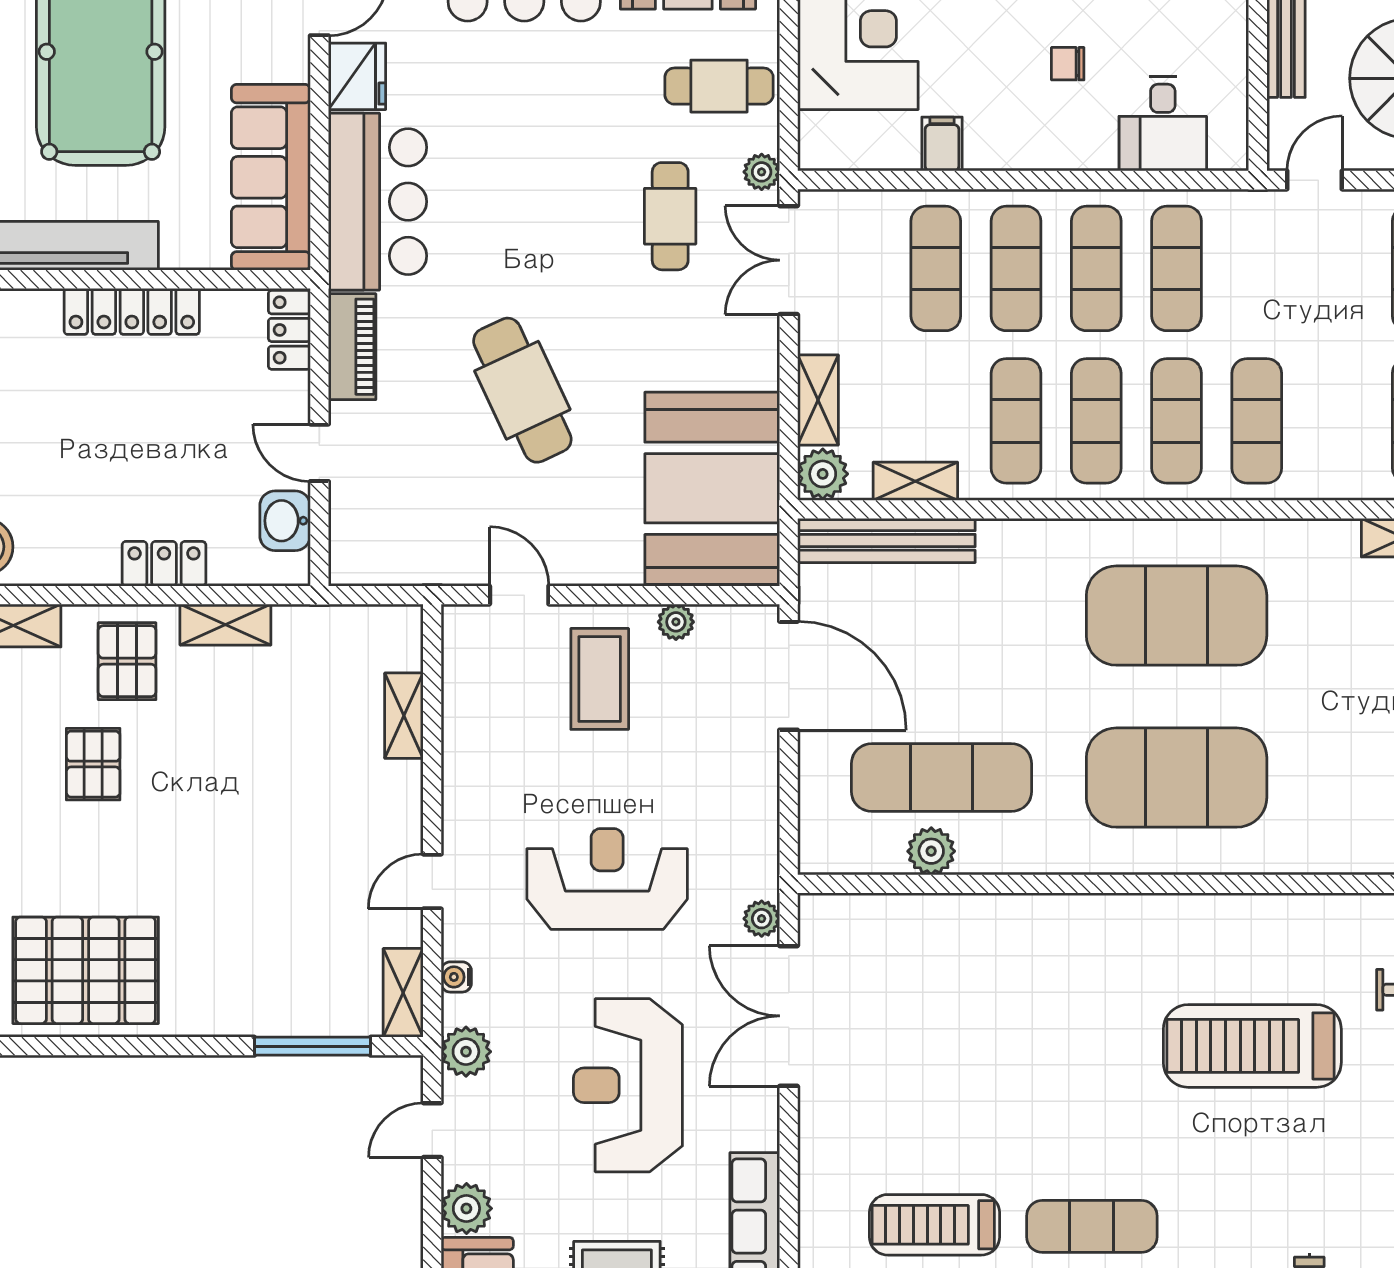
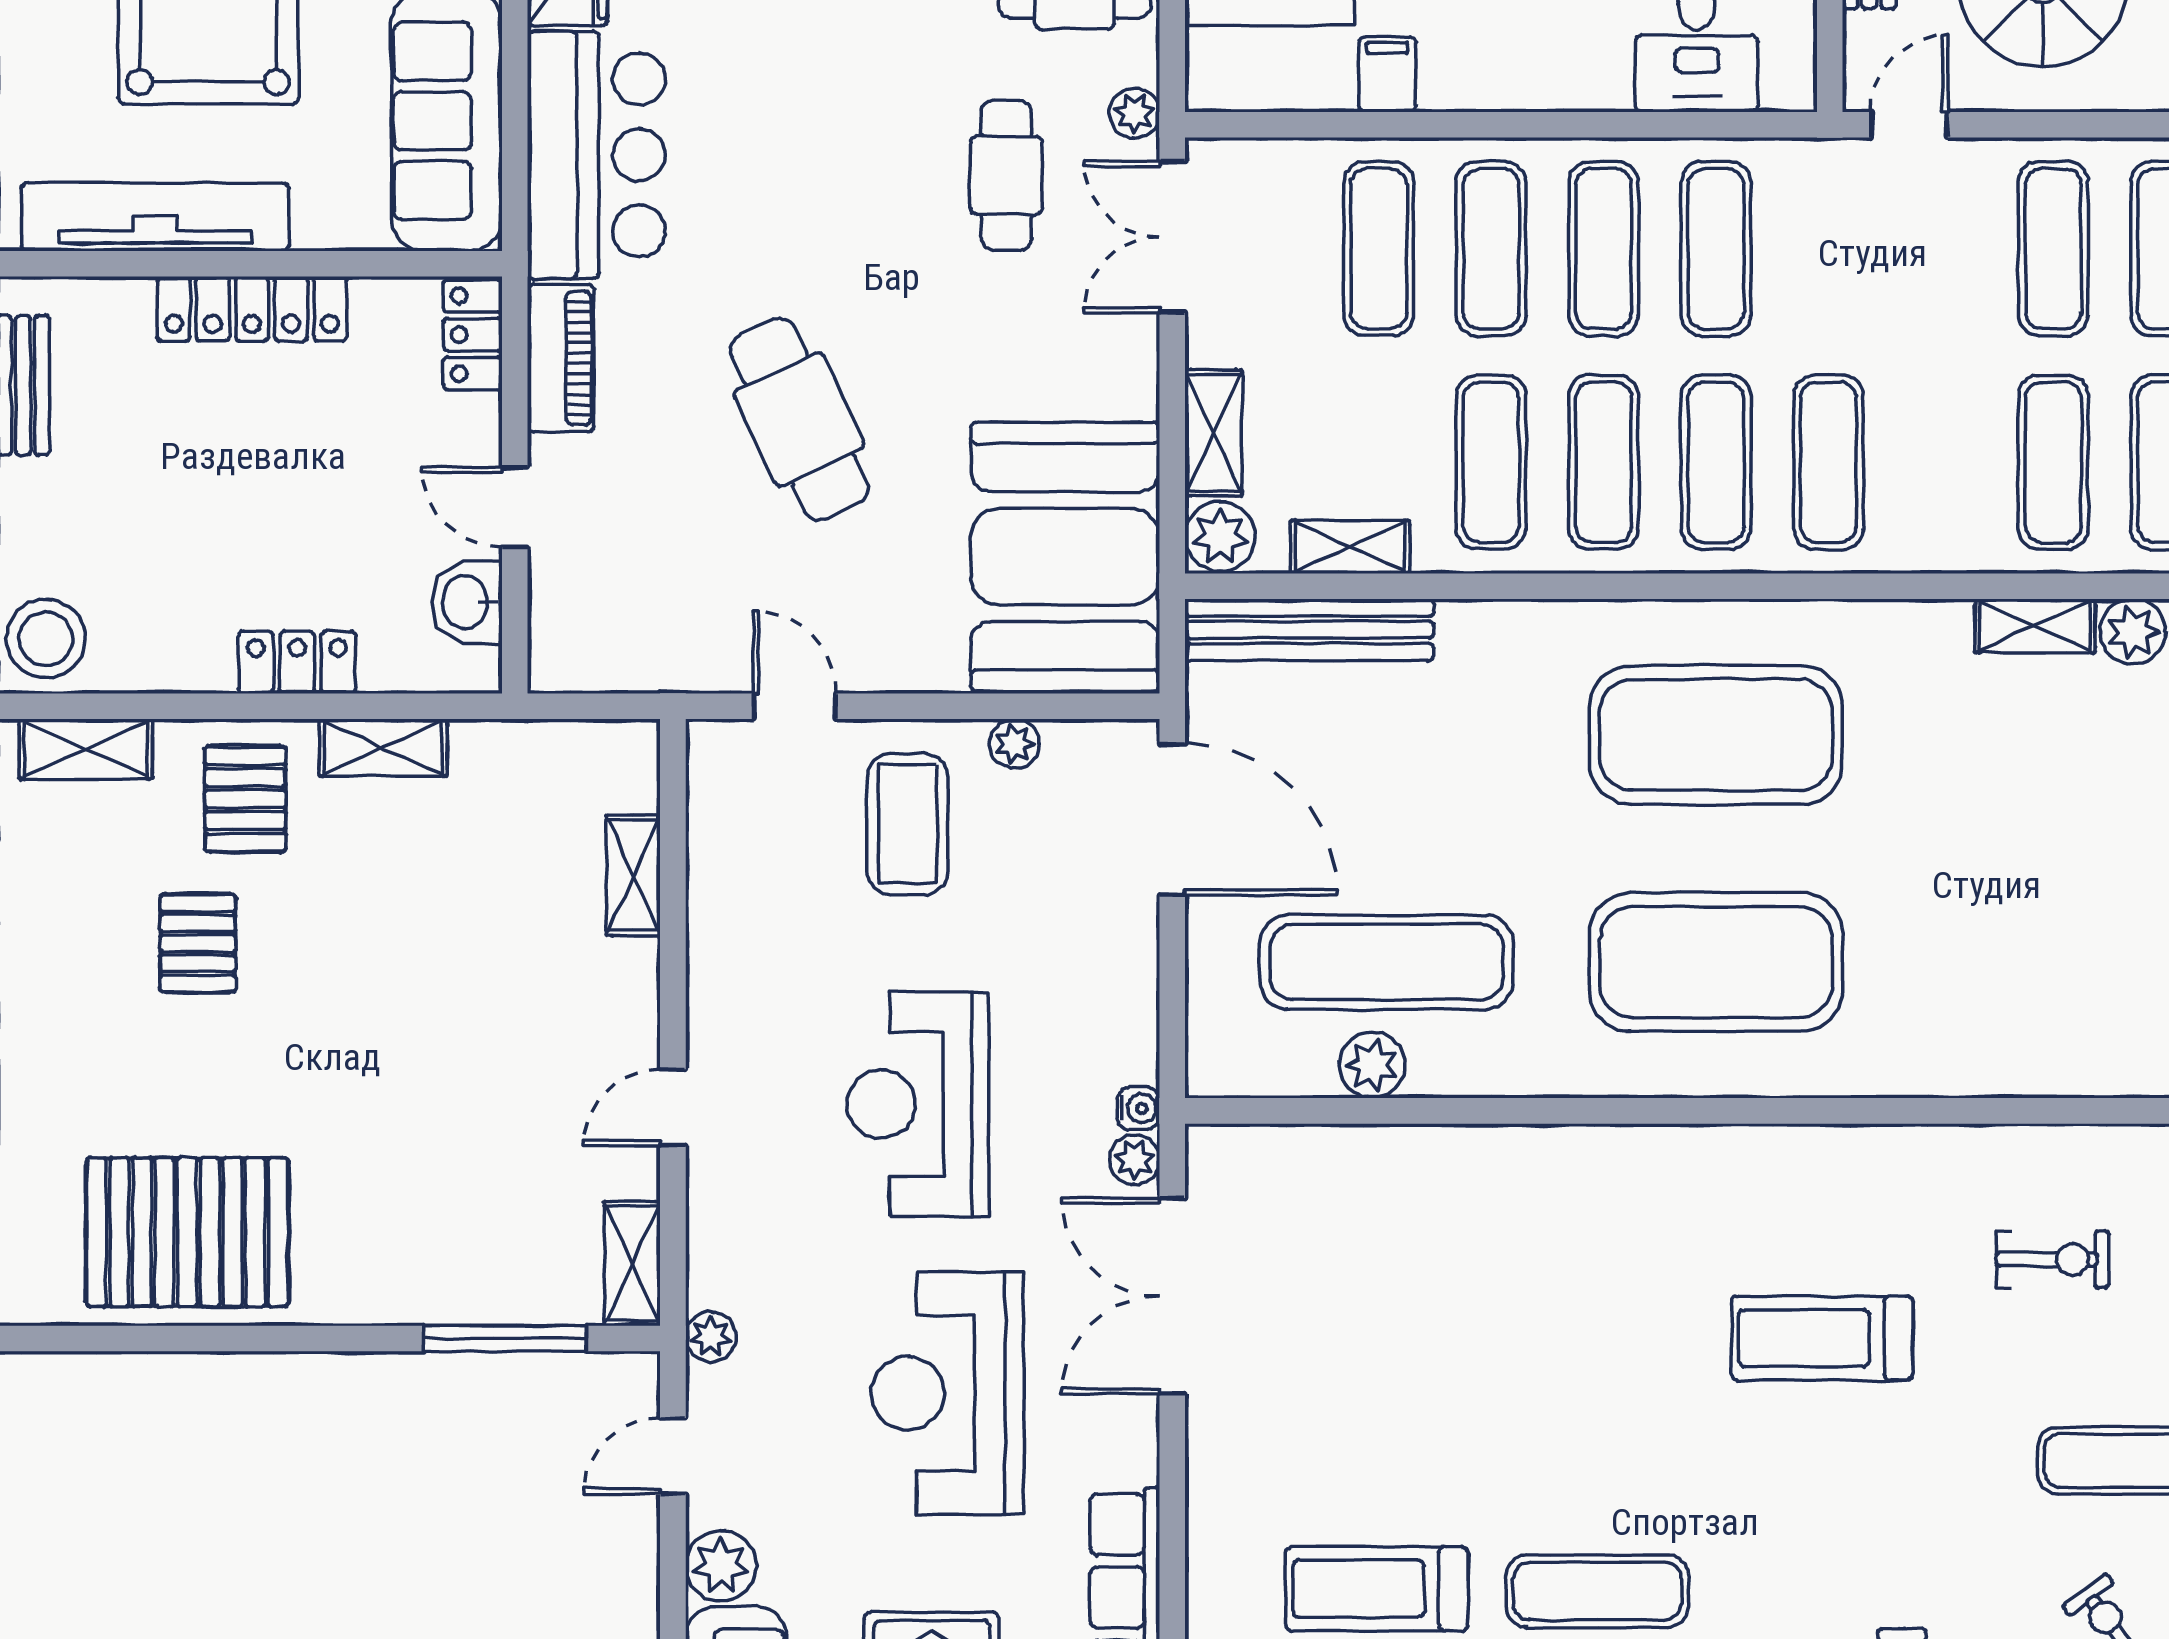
reception desk: (607, 879) -> (918, 1104), turned -90
water cooler: (456, 977) -> (1138, 1108), moved, turned 180
treadmill: (1252, 1046) -> (1822, 1338), width x0.73, depth x0.73
plant: (466, 1052) -> (711, 1337), width x0.73, depth x0.73

